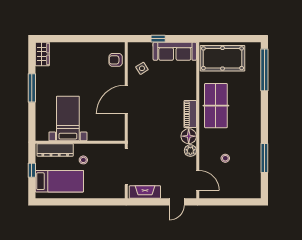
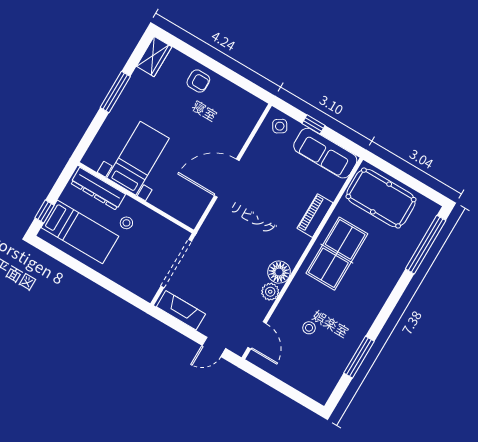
armchair: (116, 60) -> (198, 81), moved, turned 180
side table: (142, 68) -> (280, 126), moved
piano: (190, 114) -> (315, 216), moved
window: (32, 170) -> (44, 212), moved

